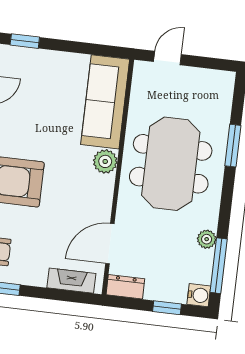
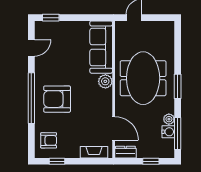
window: (233, 146) -> (178, 86), moved
door: (110, 244) -> (114, 128), swing flipped
water cooler: (199, 295) -> (168, 132), moved

